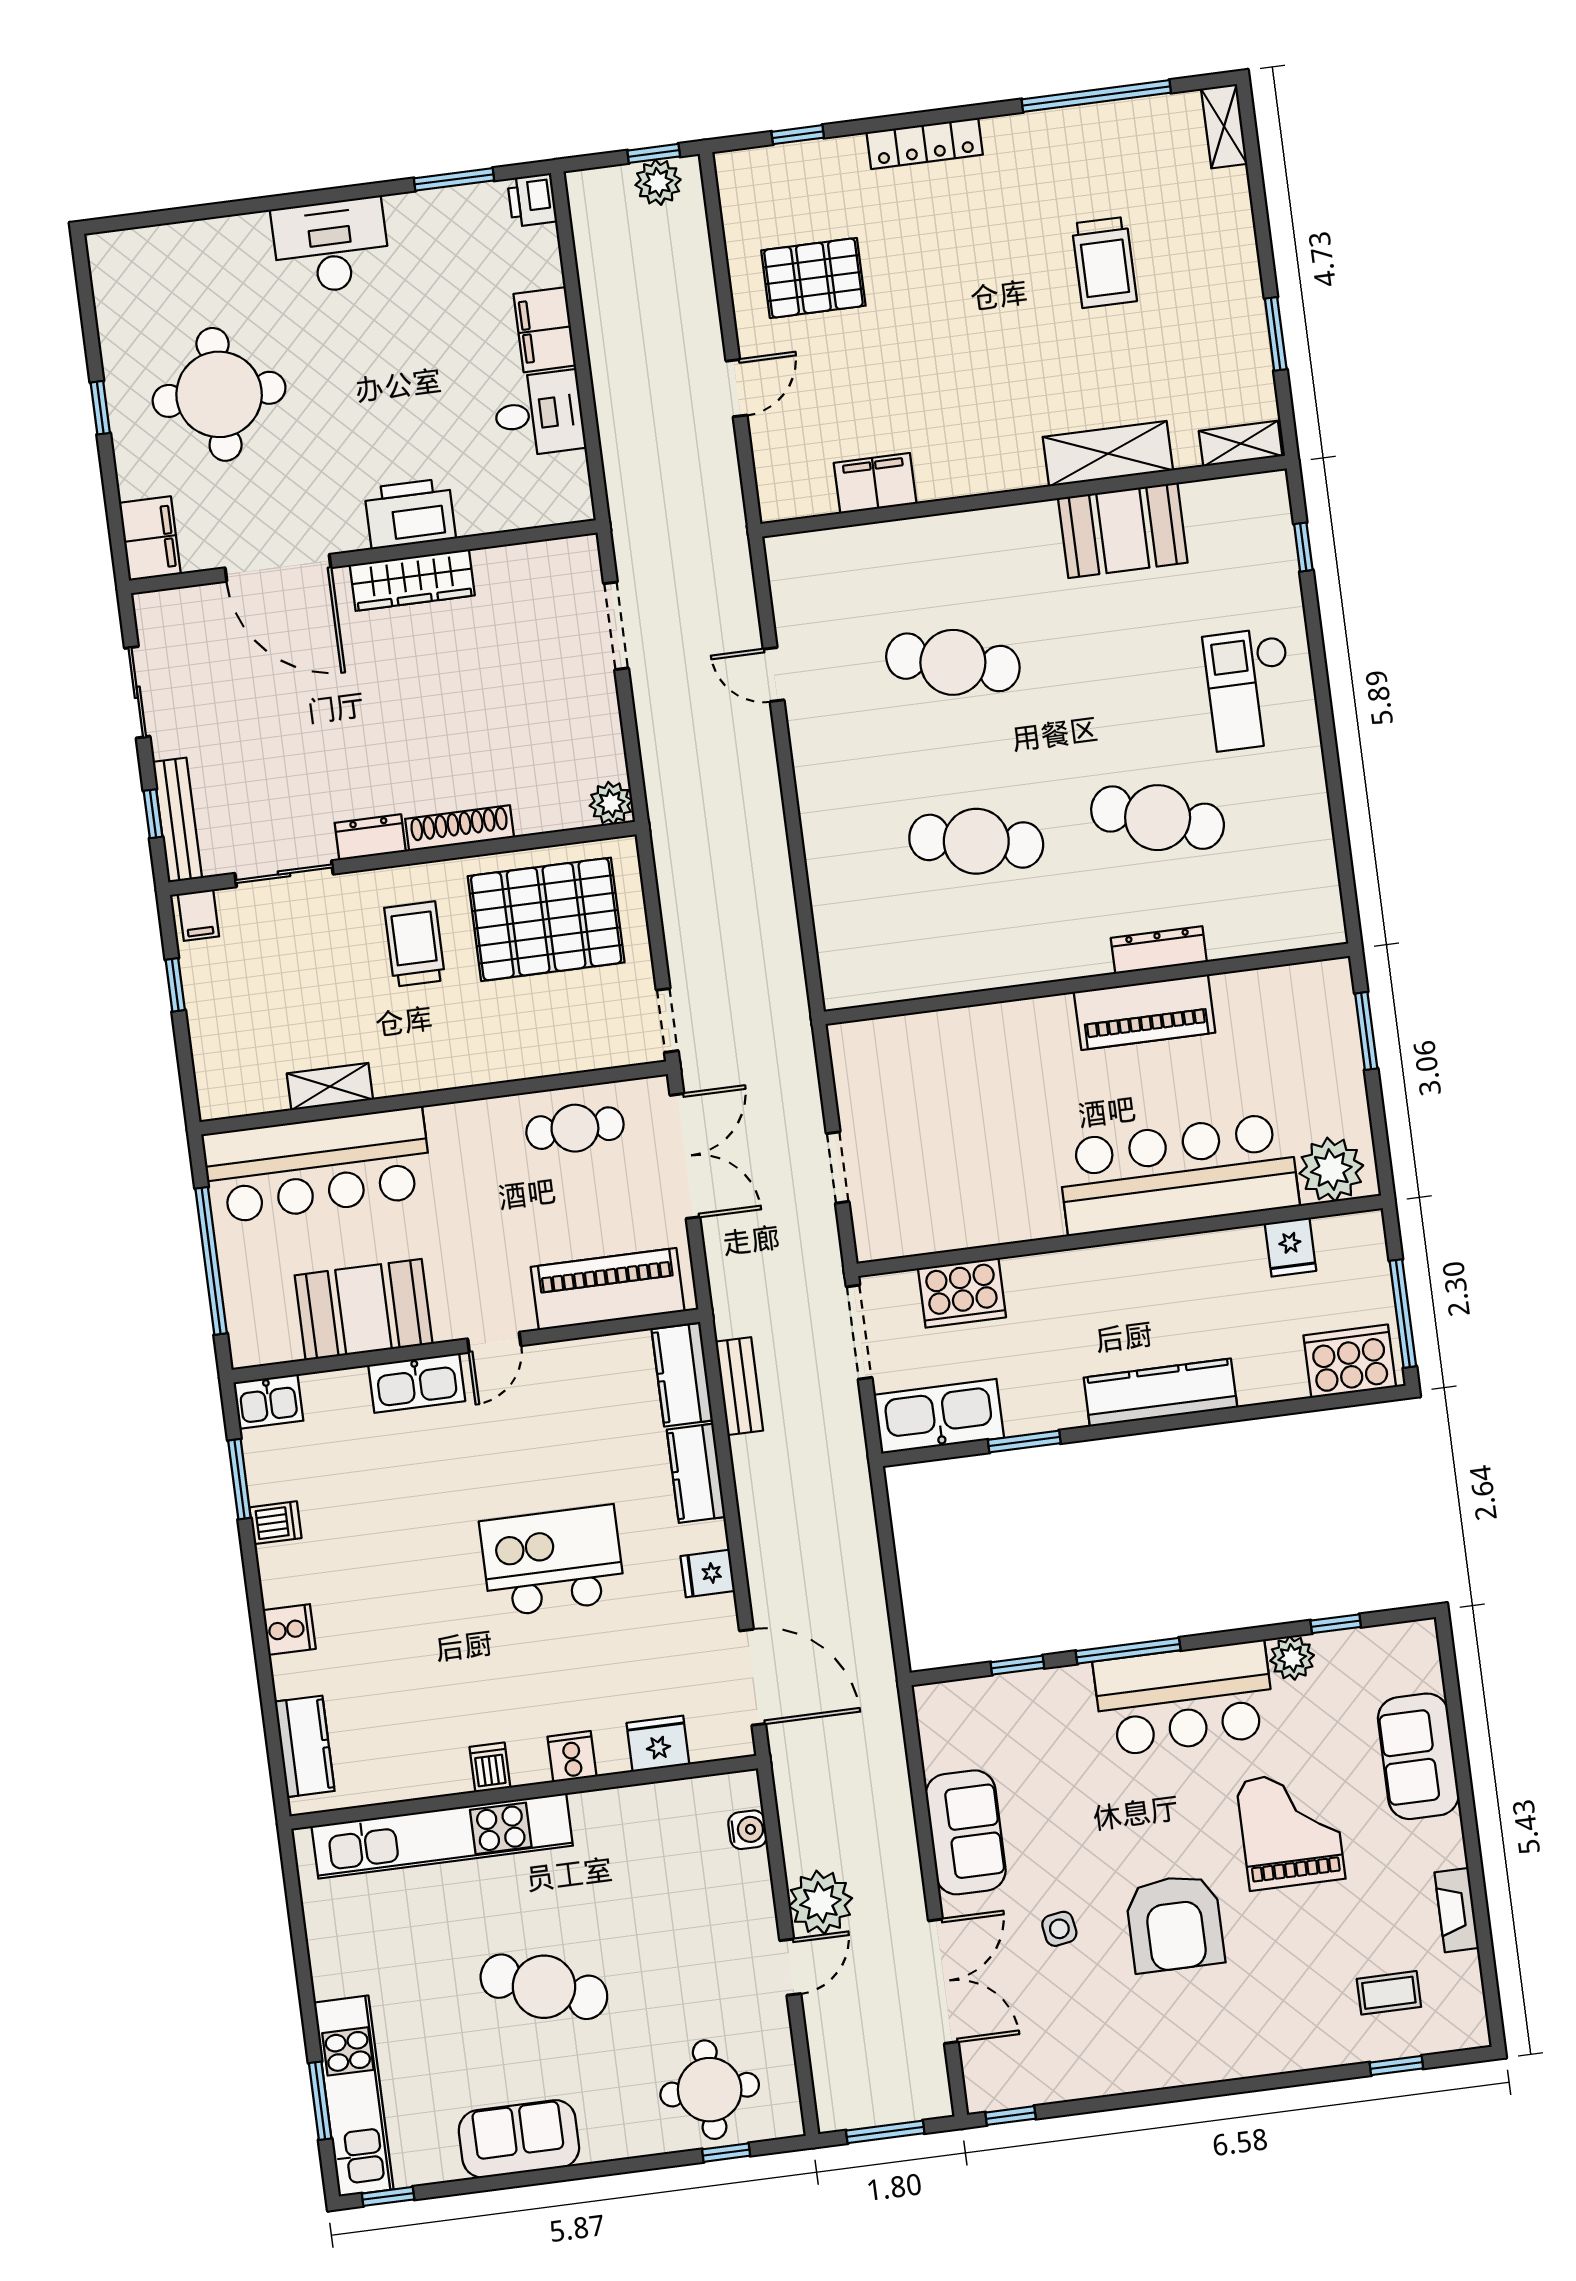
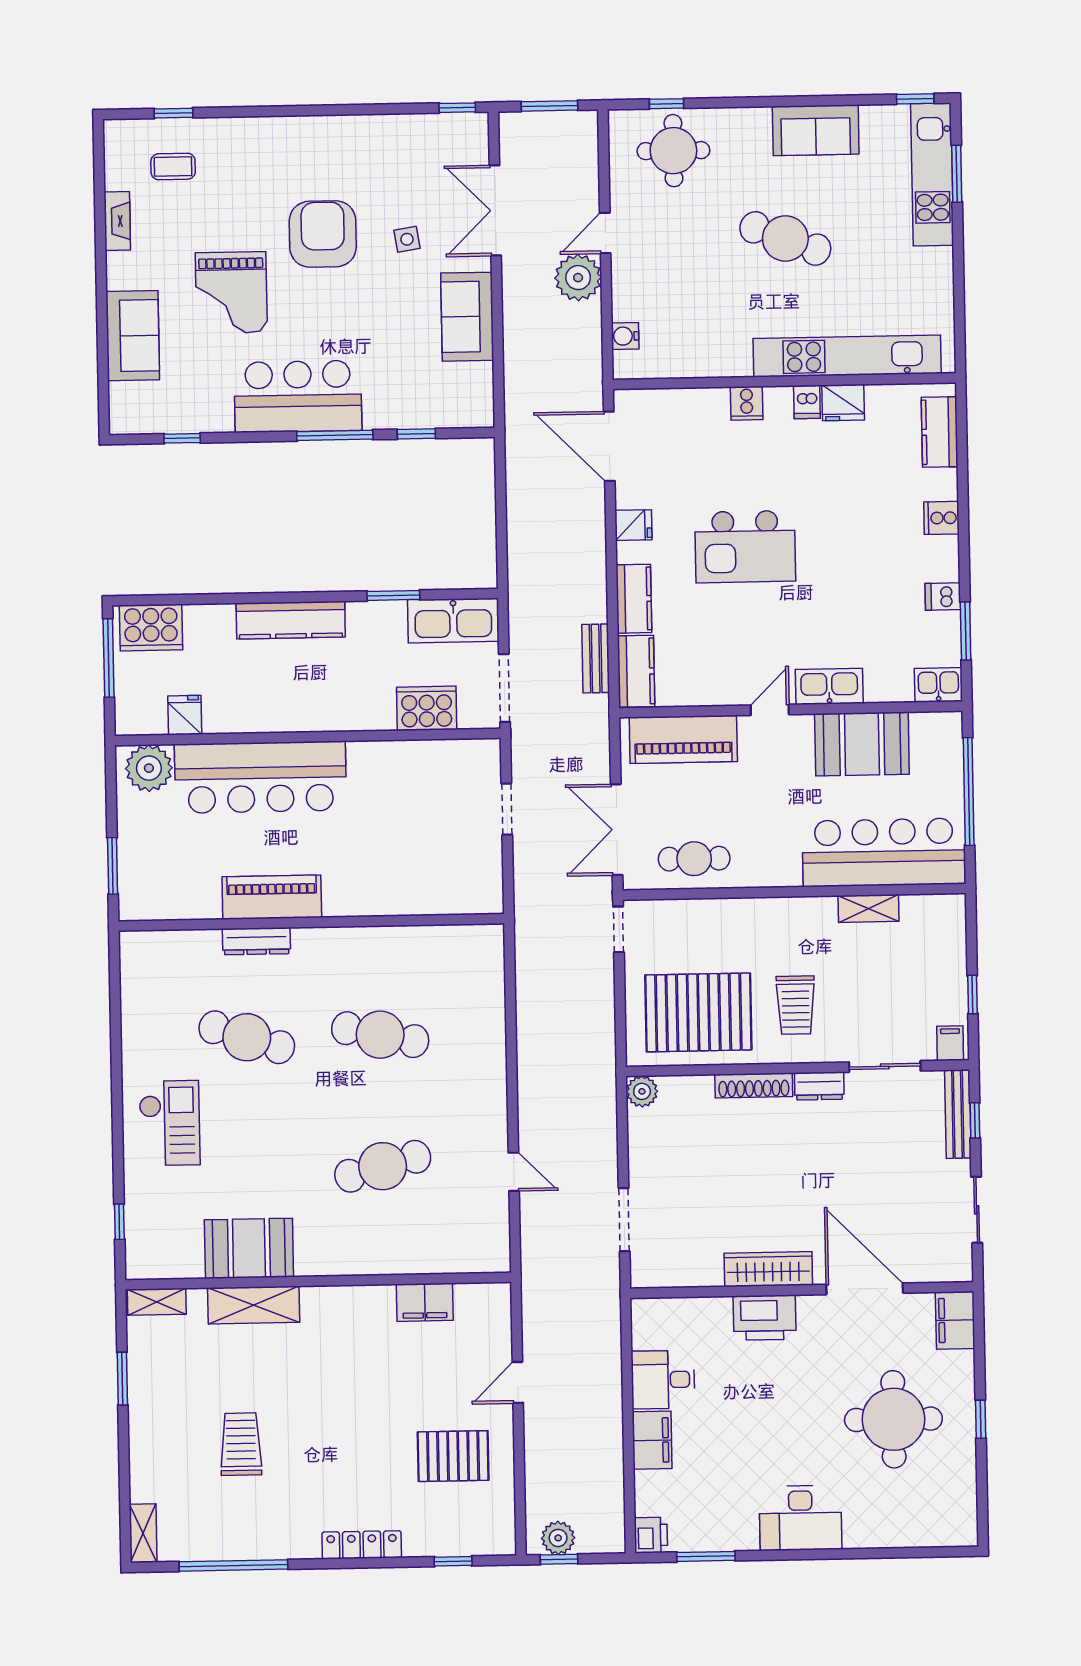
cafe table: (953, 662) -> (383, 1166), turned -30
plant: (1292, 1658) -> (216, 417), removed
fridge: (658, 1744) -> (843, 403), moved

